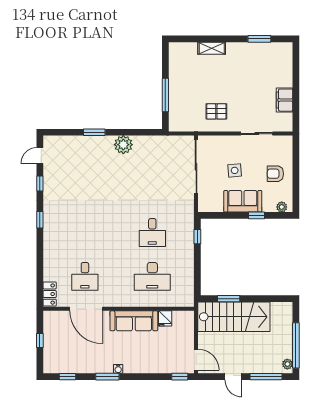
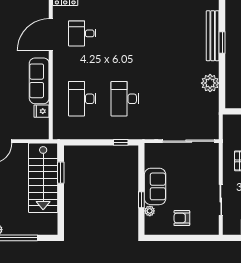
bench: (87, 142) -> (213, 36), added
plant: (123, 145) -> (210, 83), moved
side table: (235, 170) -> (185, 179), removed
armchair: (275, 174) -> (182, 218), turned -90
plant: (282, 207) -> (150, 211), moved
desk: (152, 233) -> (125, 99), width x1.37

